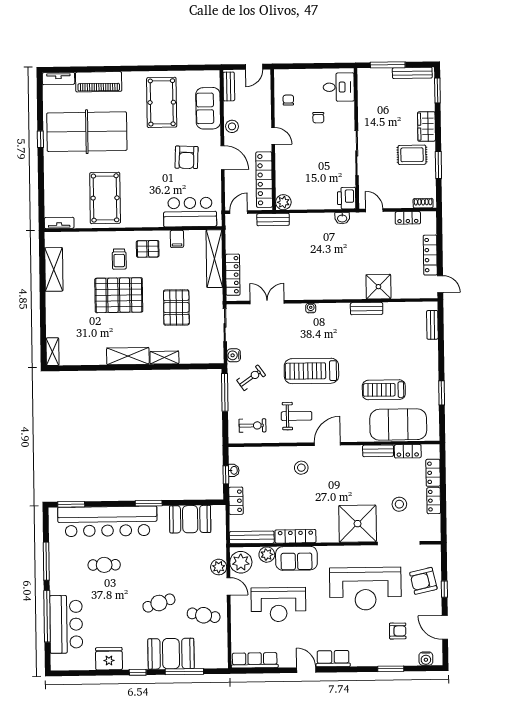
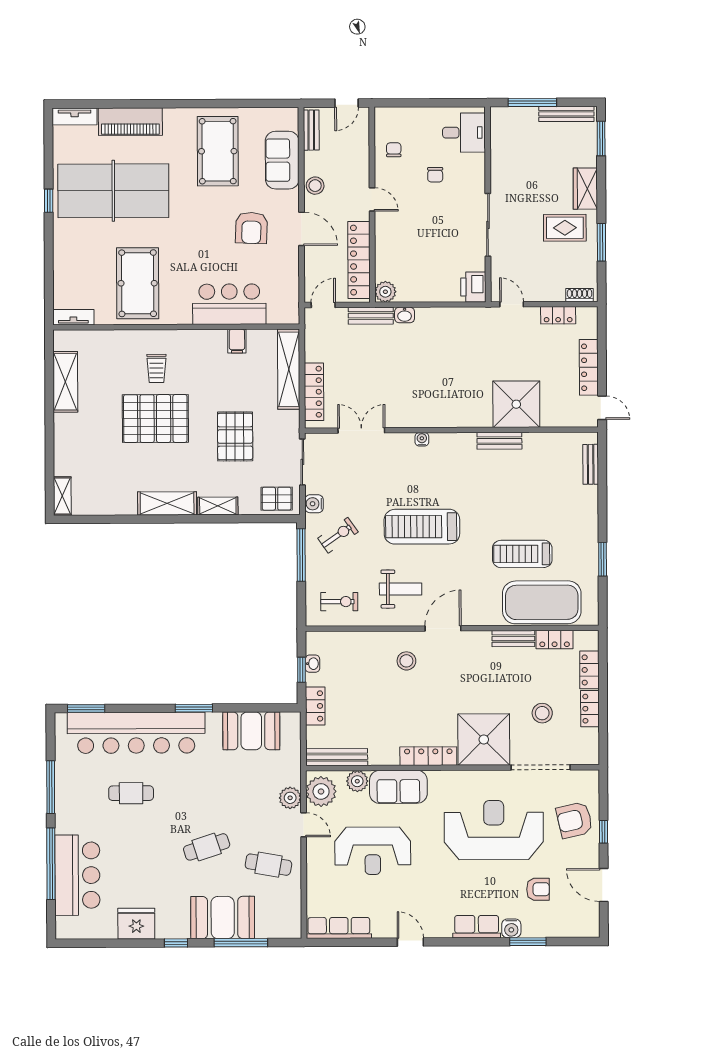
bar counter: (190, 212) -> (229, 304), moved
washbasin: (342, 218) -> (405, 315), moved
pallet: (148, 249) -> (277, 499), moved
shower: (378, 287) -> (516, 404), width x1.37, depth x1.37
locker: (295, 536) -> (428, 756), moved
reception desk: (365, 589) -> (494, 830), turned 180
row of seats: (333, 659) -> (477, 927), moved
water cooler: (426, 659) -> (511, 928), moved

